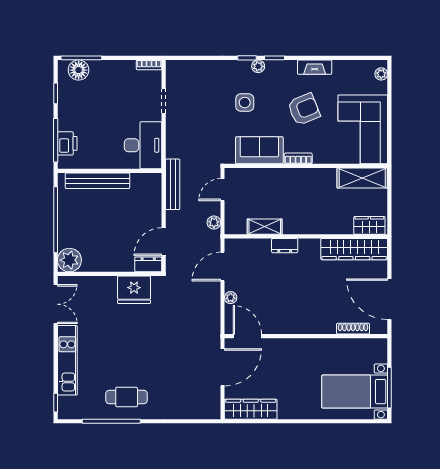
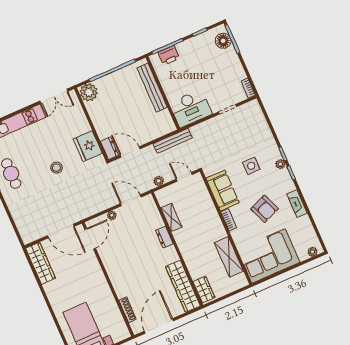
shelving: (362, 178) -> (229, 257), moved
stool: (143, 339) -> (56, 168), added

